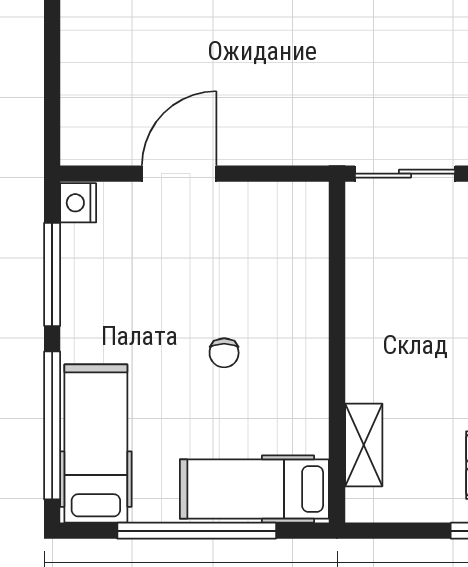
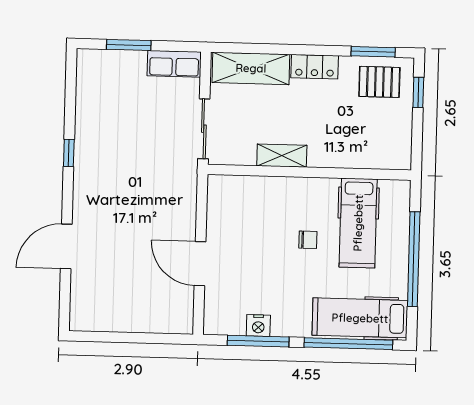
nightstand: (78, 203) -> (258, 326), moved
shelving: (364, 445) -> (282, 156), moved
hospital bed: (254, 489) -> (358, 223), moved

